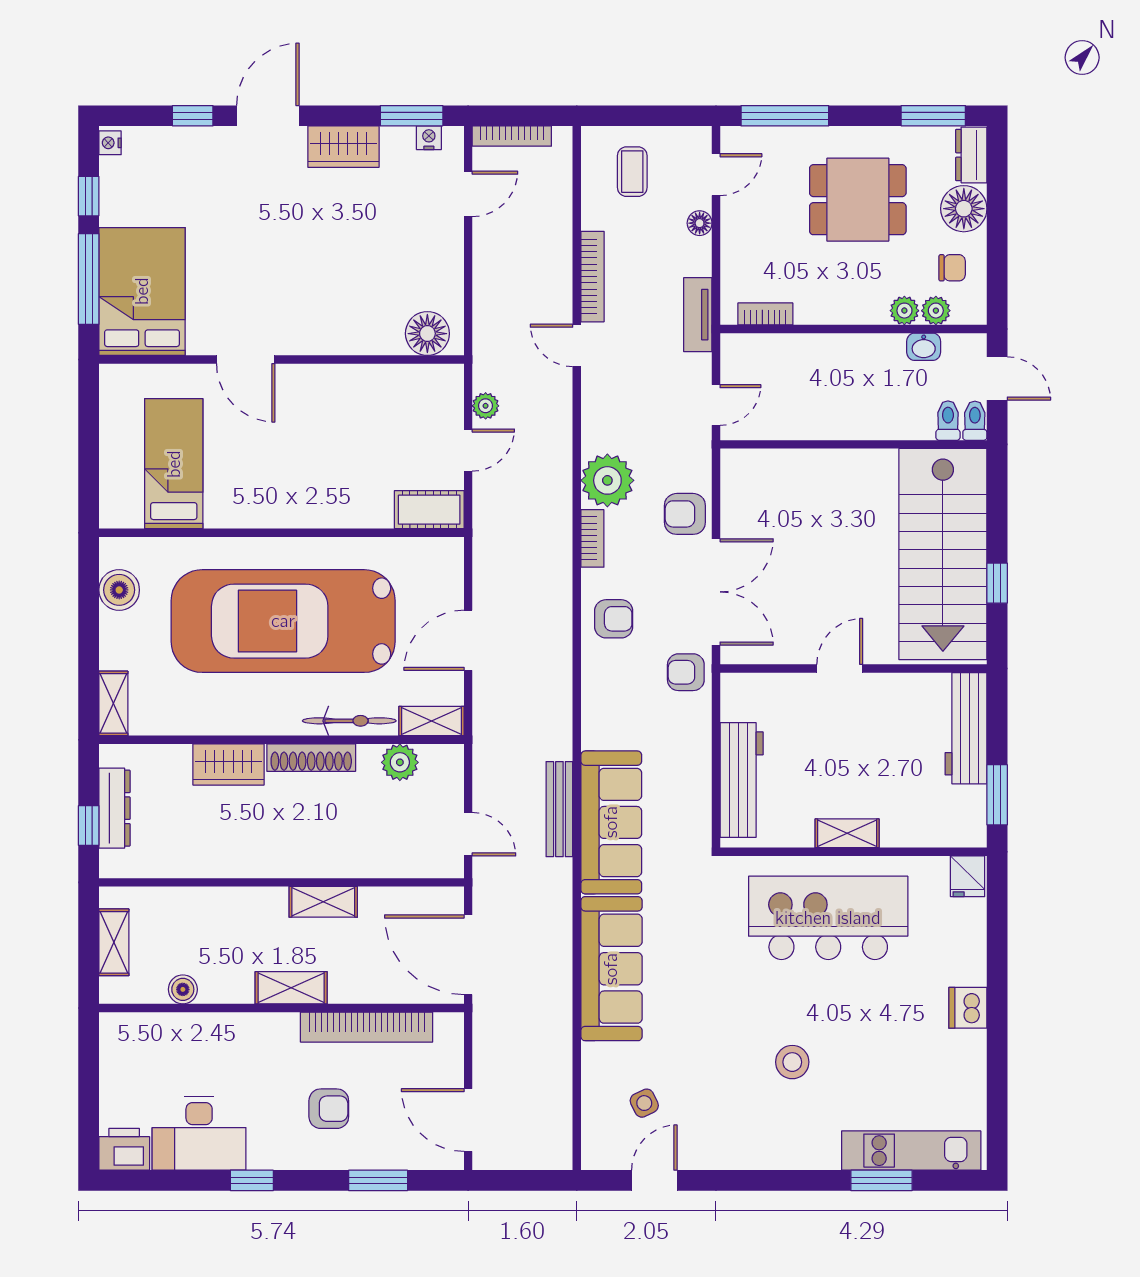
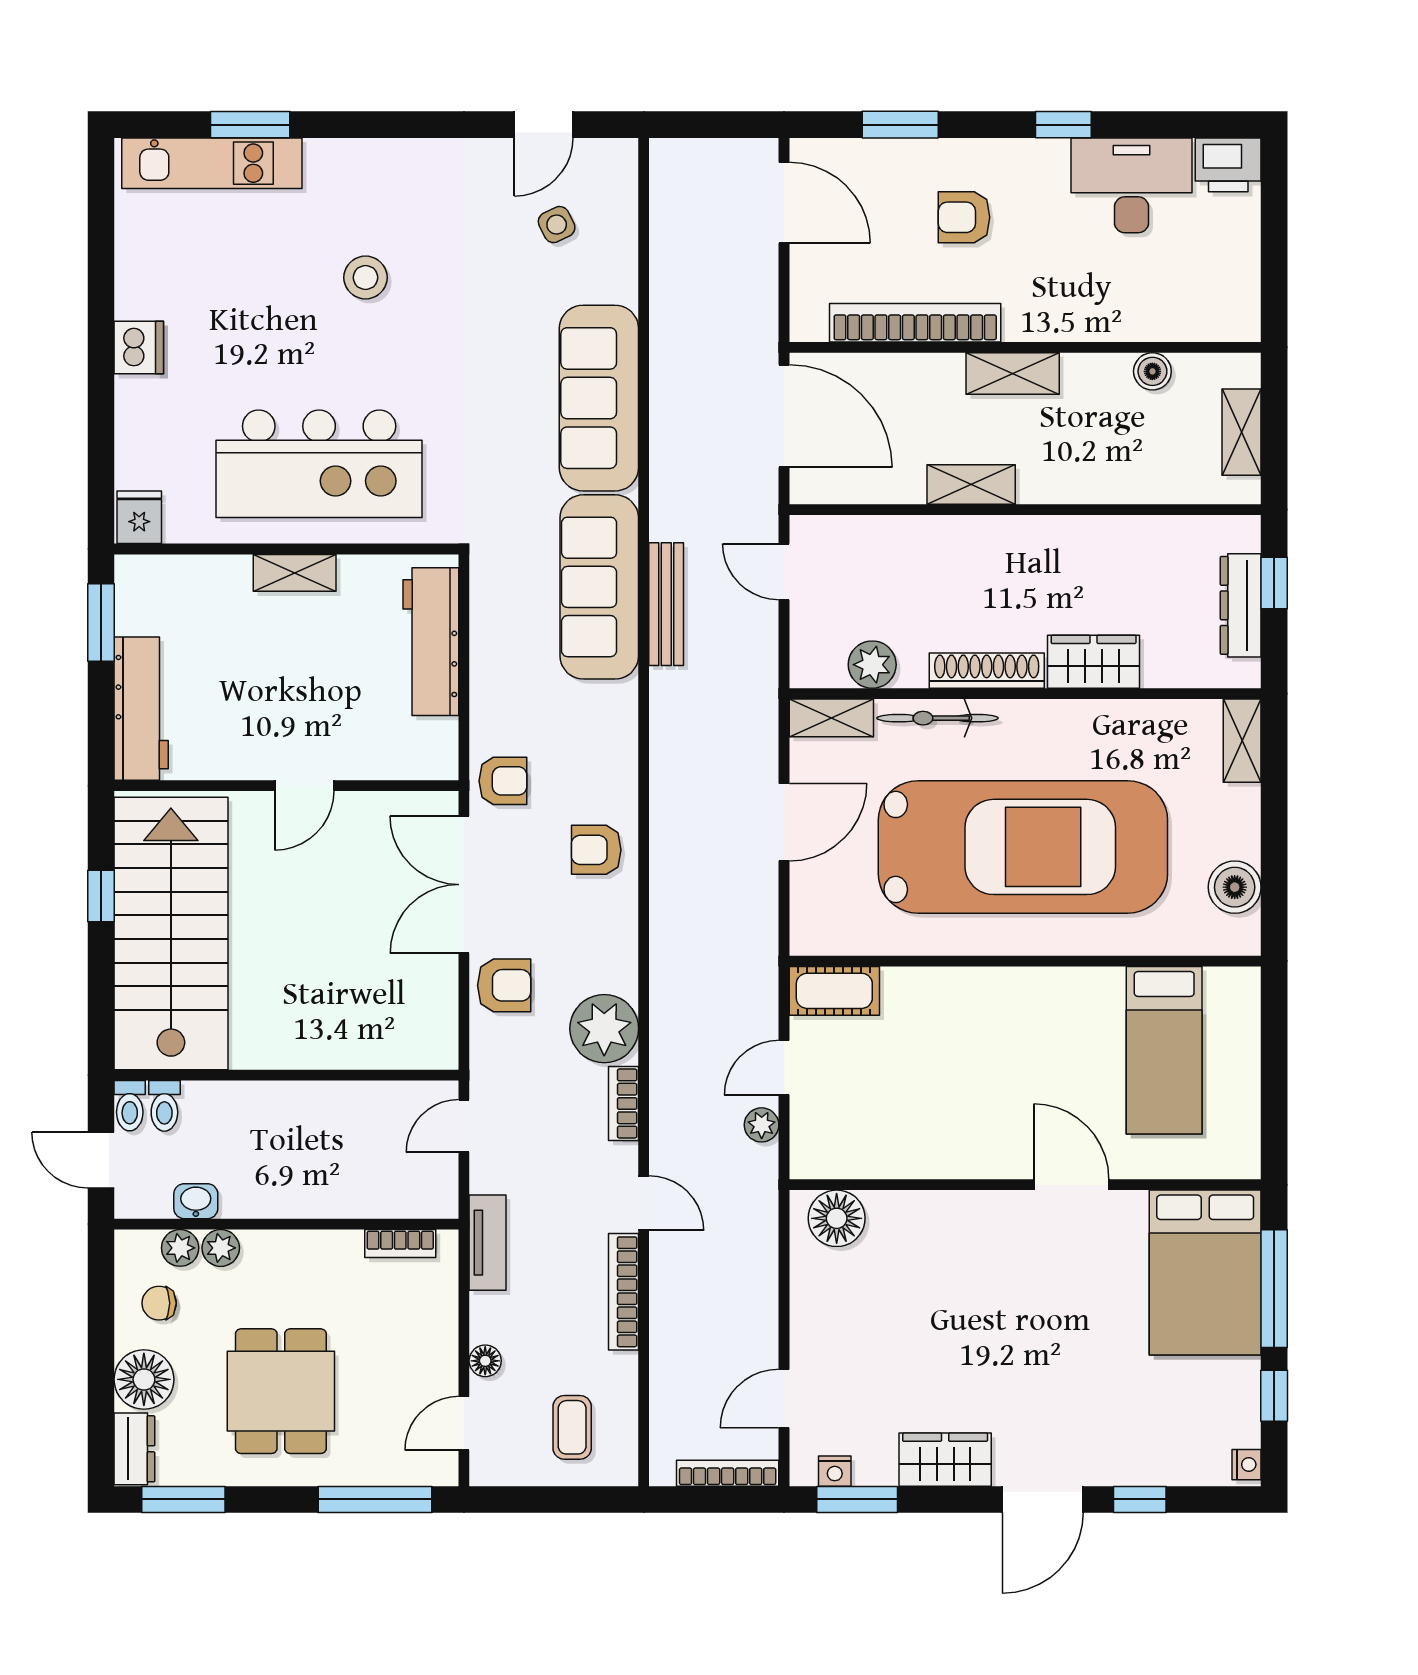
dining table: (858, 200) -> (281, 1391), turned 90
bookcase: (592, 538) -> (624, 1104), moved

